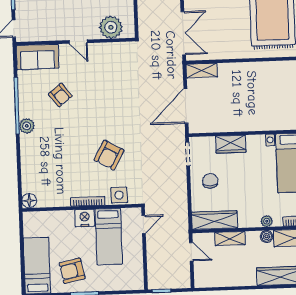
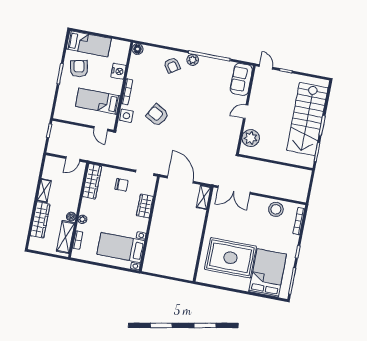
armchair: (60, 95) -> (172, 65), moved, turned -86
nightstand: (85, 218) -> (118, 71), moved
shelving: (230, 239) -> (44, 191), moved

